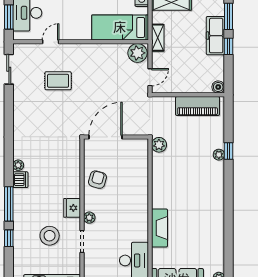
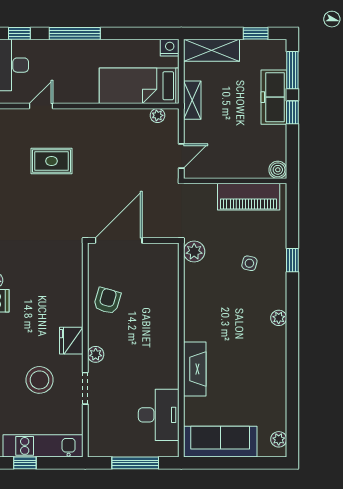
plant: (138, 53) -> (157, 115), width x0.53, depth x0.53
side table: (198, 153) -> (249, 263), added
plant: (219, 155) -> (279, 318), moved

